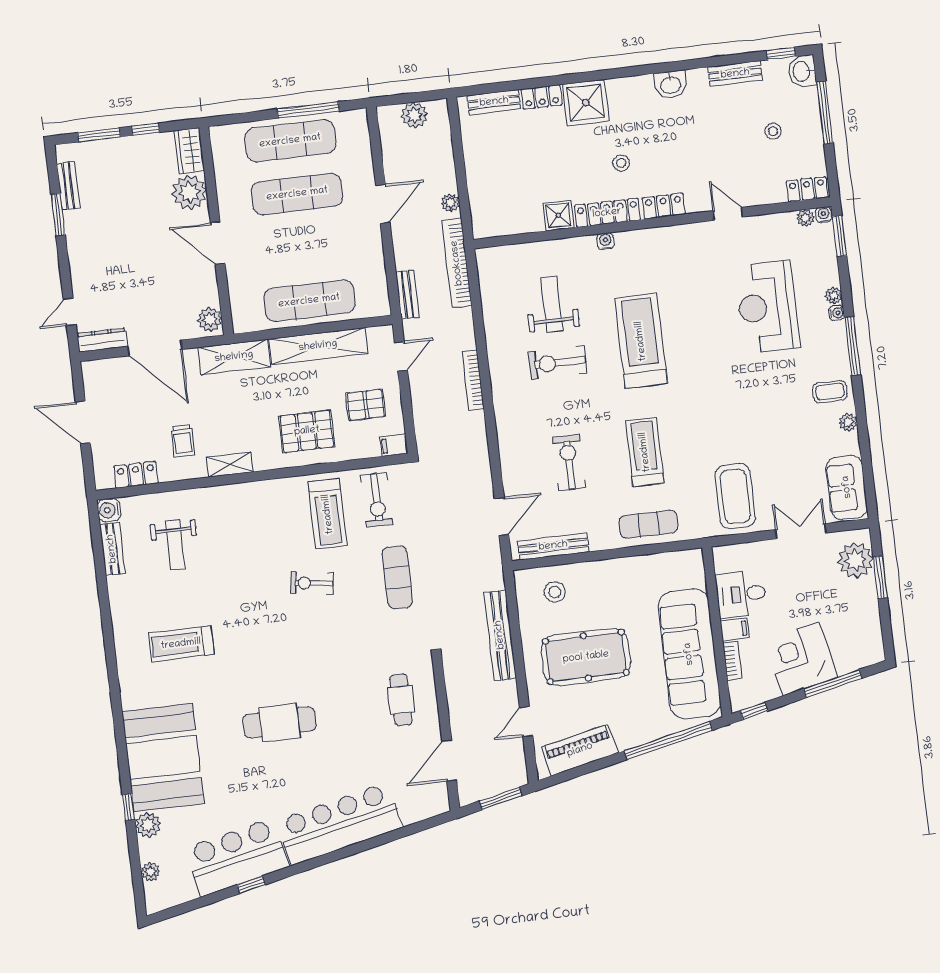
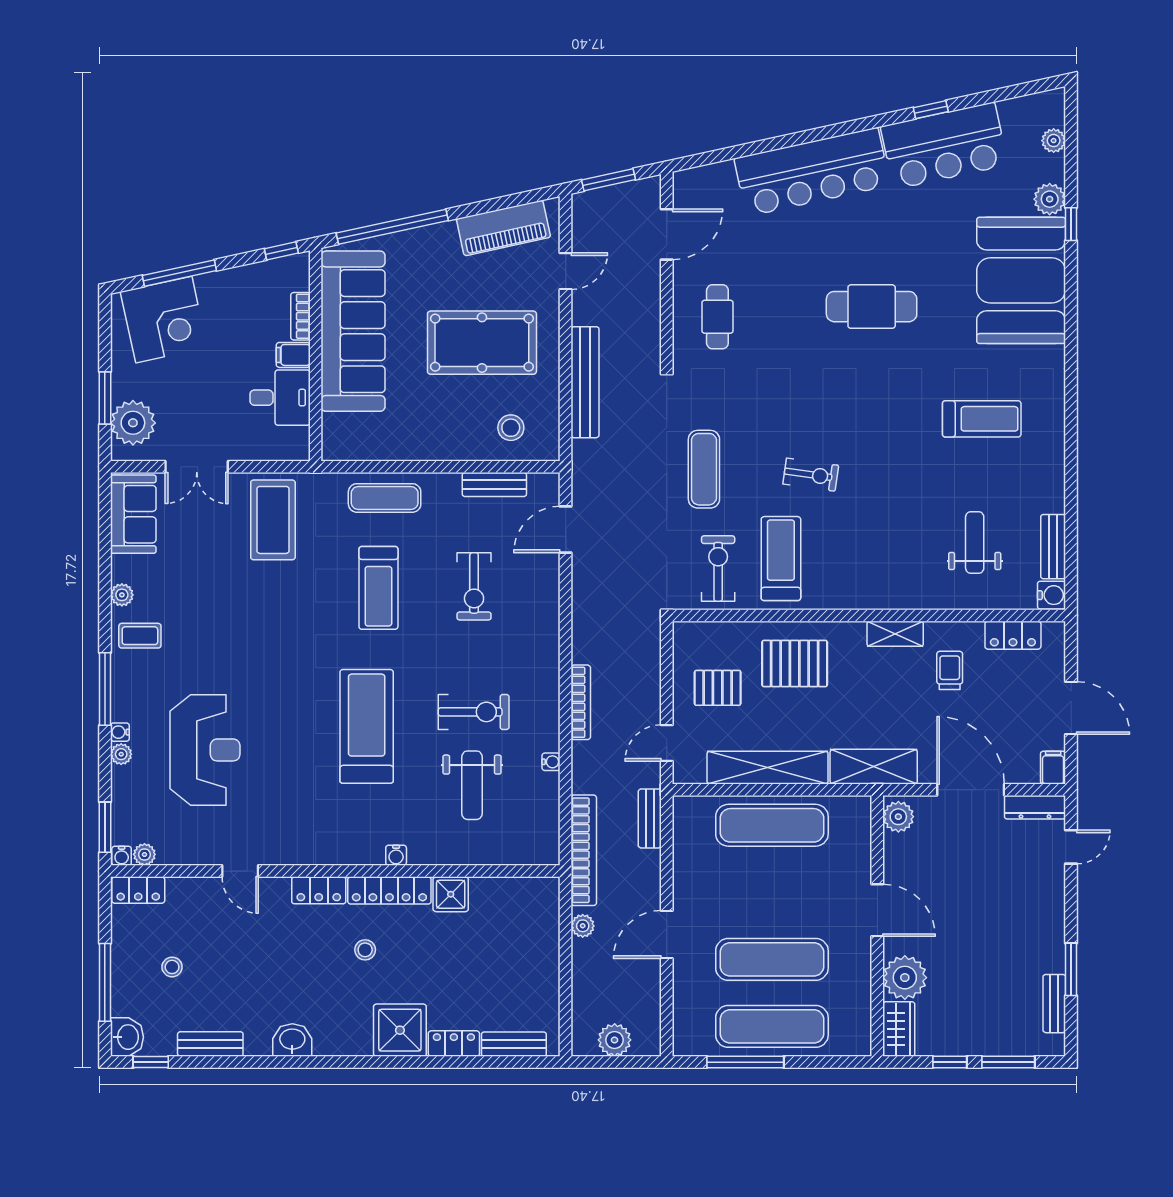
water cooler: (491, 330) -> (551, 762), added
treadmill: (641, 341) -> (367, 726), turned 180
filing cabinet: (394, 445) -> (1053, 768), moved, turned -90
bench: (553, 546) -> (494, 485), width x0.73
corner desk: (801, 659) -> (164, 320), moved

